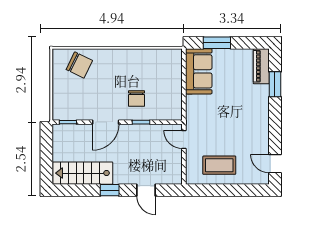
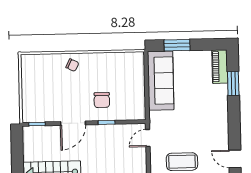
chair: (79, 65) -> (72, 65), moved, width x0.54, depth x0.54
sofa: (199, 71) -> (161, 81), width x1.36
door: (184, 140) -> (148, 138), hinge flipped

